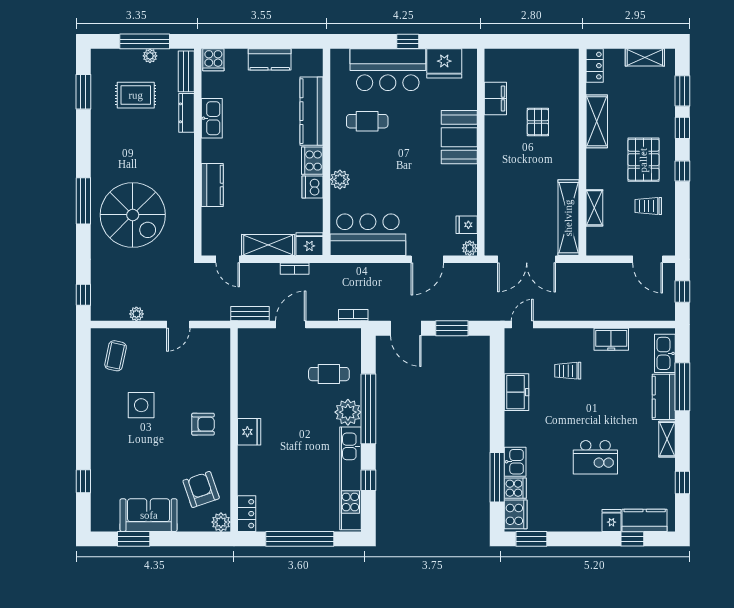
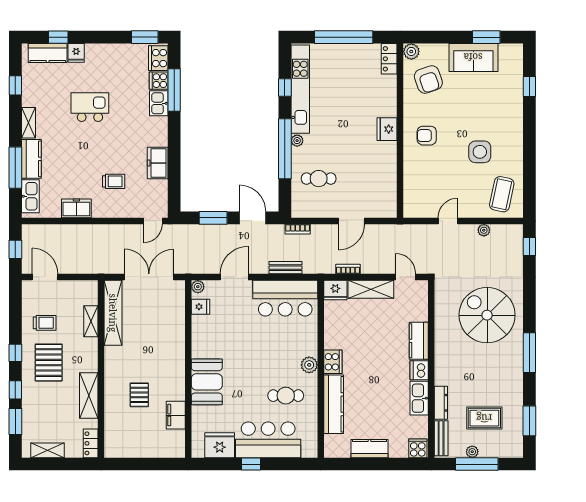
plant: (340, 179) -> (309, 365), moved
dishwasher: (312, 187) -> (419, 370), moved, turned 180
window: (83, 201) -> (529, 353), moved
bench: (250, 314) -> (286, 268), moved
coffee table: (116, 356) -> (502, 194), width x1.36, depth x1.30
plant: (348, 412) -> (297, 141), width x0.53, depth x0.53

